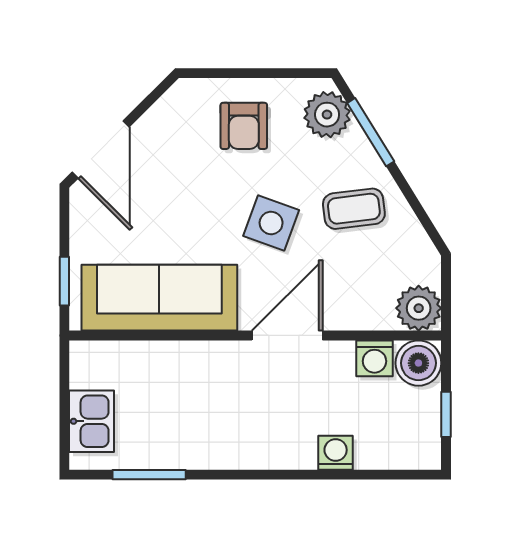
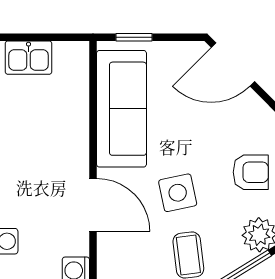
armchair: (244, 126) -> (251, 172), turned 180
side table: (271, 223) -> (178, 193), turned -32

